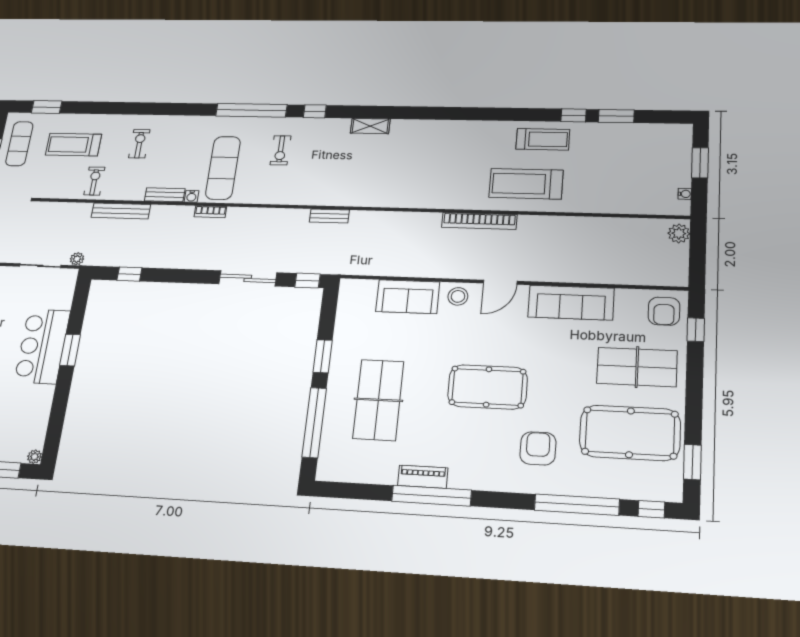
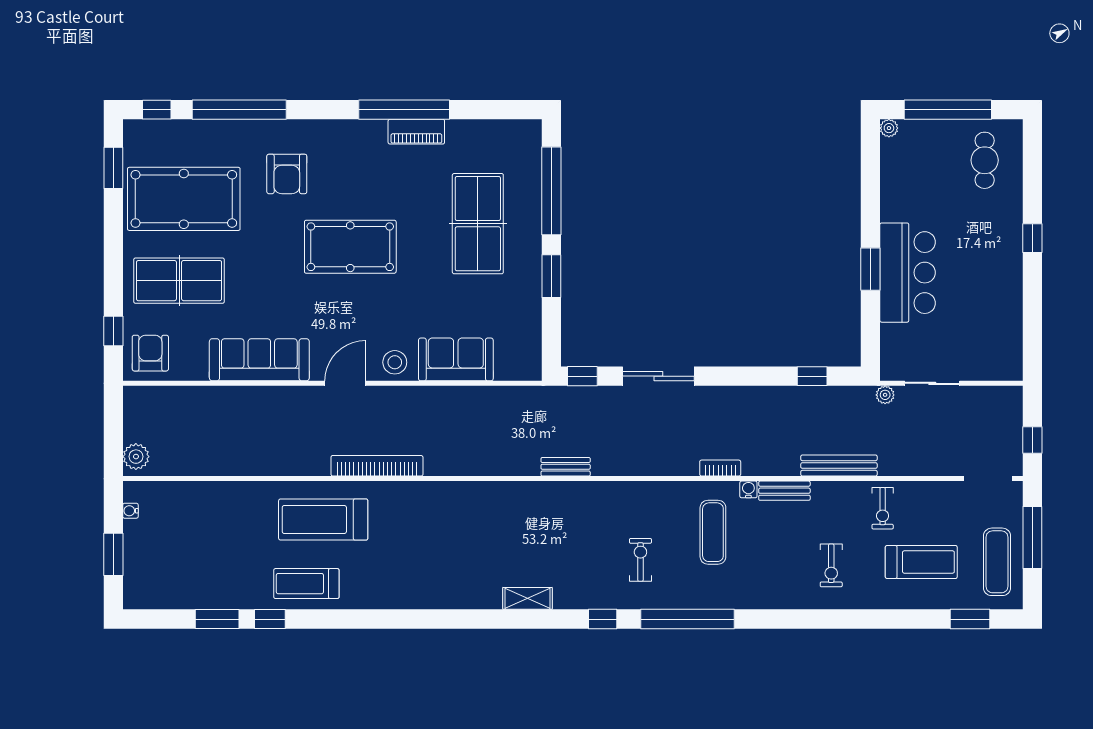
exercise mat: (223, 168) -> (713, 532), width x0.73, depth x0.69
treadmill: (526, 184) -> (323, 520), turned 180

